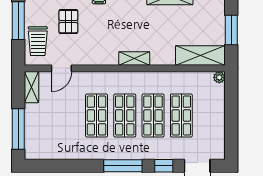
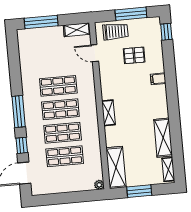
trolley: (38, 41) -> (115, 32), turned 180

